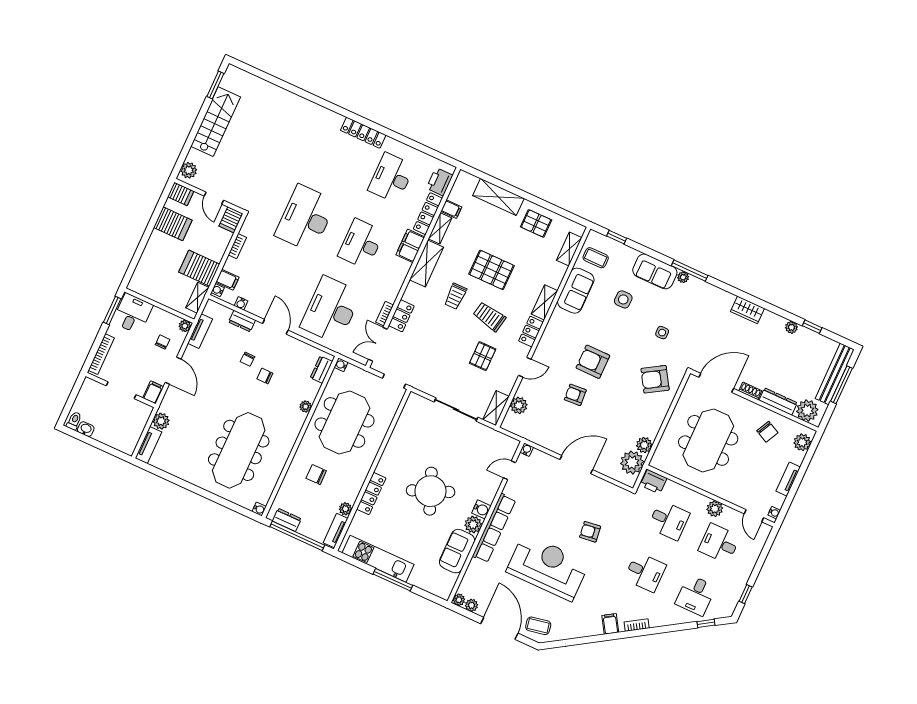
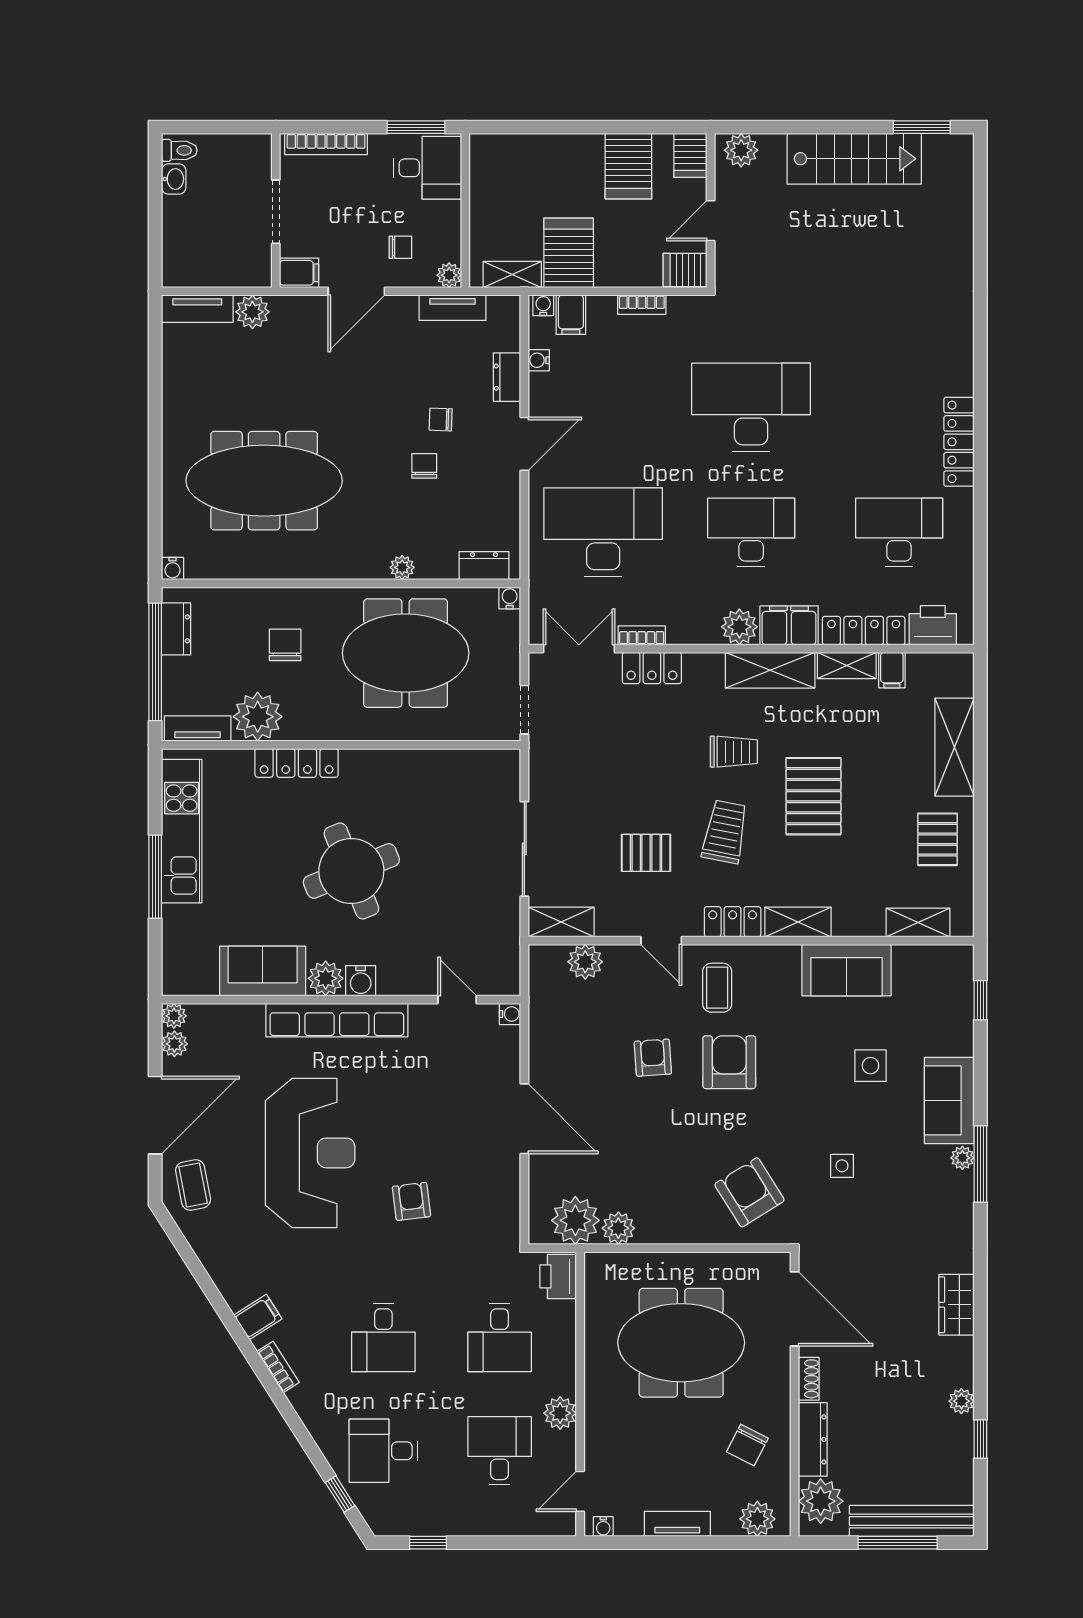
coffee table: (596, 258) -> (717, 988), moved
plant: (401, 268) -> (739, 627), added
trolley: (455, 296) -> (734, 752), turned 180
plant: (345, 509) -> (258, 717), width x1.87, depth x1.87

